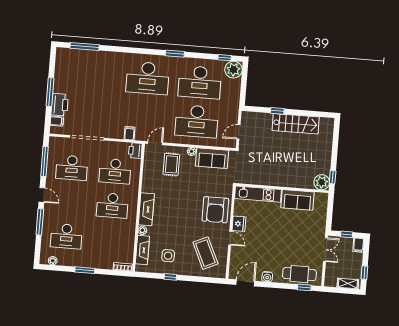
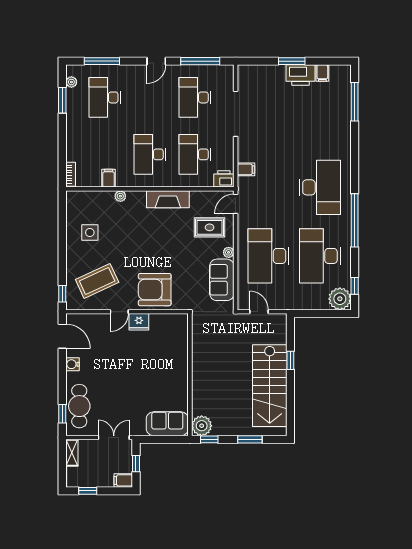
window: (175, 54) -> (355, 220), width x2.11
desk: (148, 78) -> (320, 187), turned 180
window: (50, 92) -> (292, 61), width x0.69
printer: (60, 105) -> (301, 75), moved
filing cabinet: (57, 121) -> (322, 73), moved
stairs: (296, 124) -> (270, 386), width x1.36, depth x1.51
door: (155, 143) -> (236, 204), swing flipped
window: (335, 146) -> (250, 439), added
kitchen unit: (258, 194) -> (180, 344), removed
sofa: (297, 200) -> (167, 424), moved, turned 90
fireplace: (146, 209) -> (168, 199), moved
window: (40, 222) -> (102, 61), moved
filing cabinet: (128, 238) -> (108, 178), added
fireplace: (142, 250) -> (95, 198), removed
double door: (325, 250) -> (114, 438), swing flipped
window: (85, 270) -> (62, 100), moved
window: (170, 277) -> (62, 294), moved
shelving: (348, 284) -> (72, 453), moved

